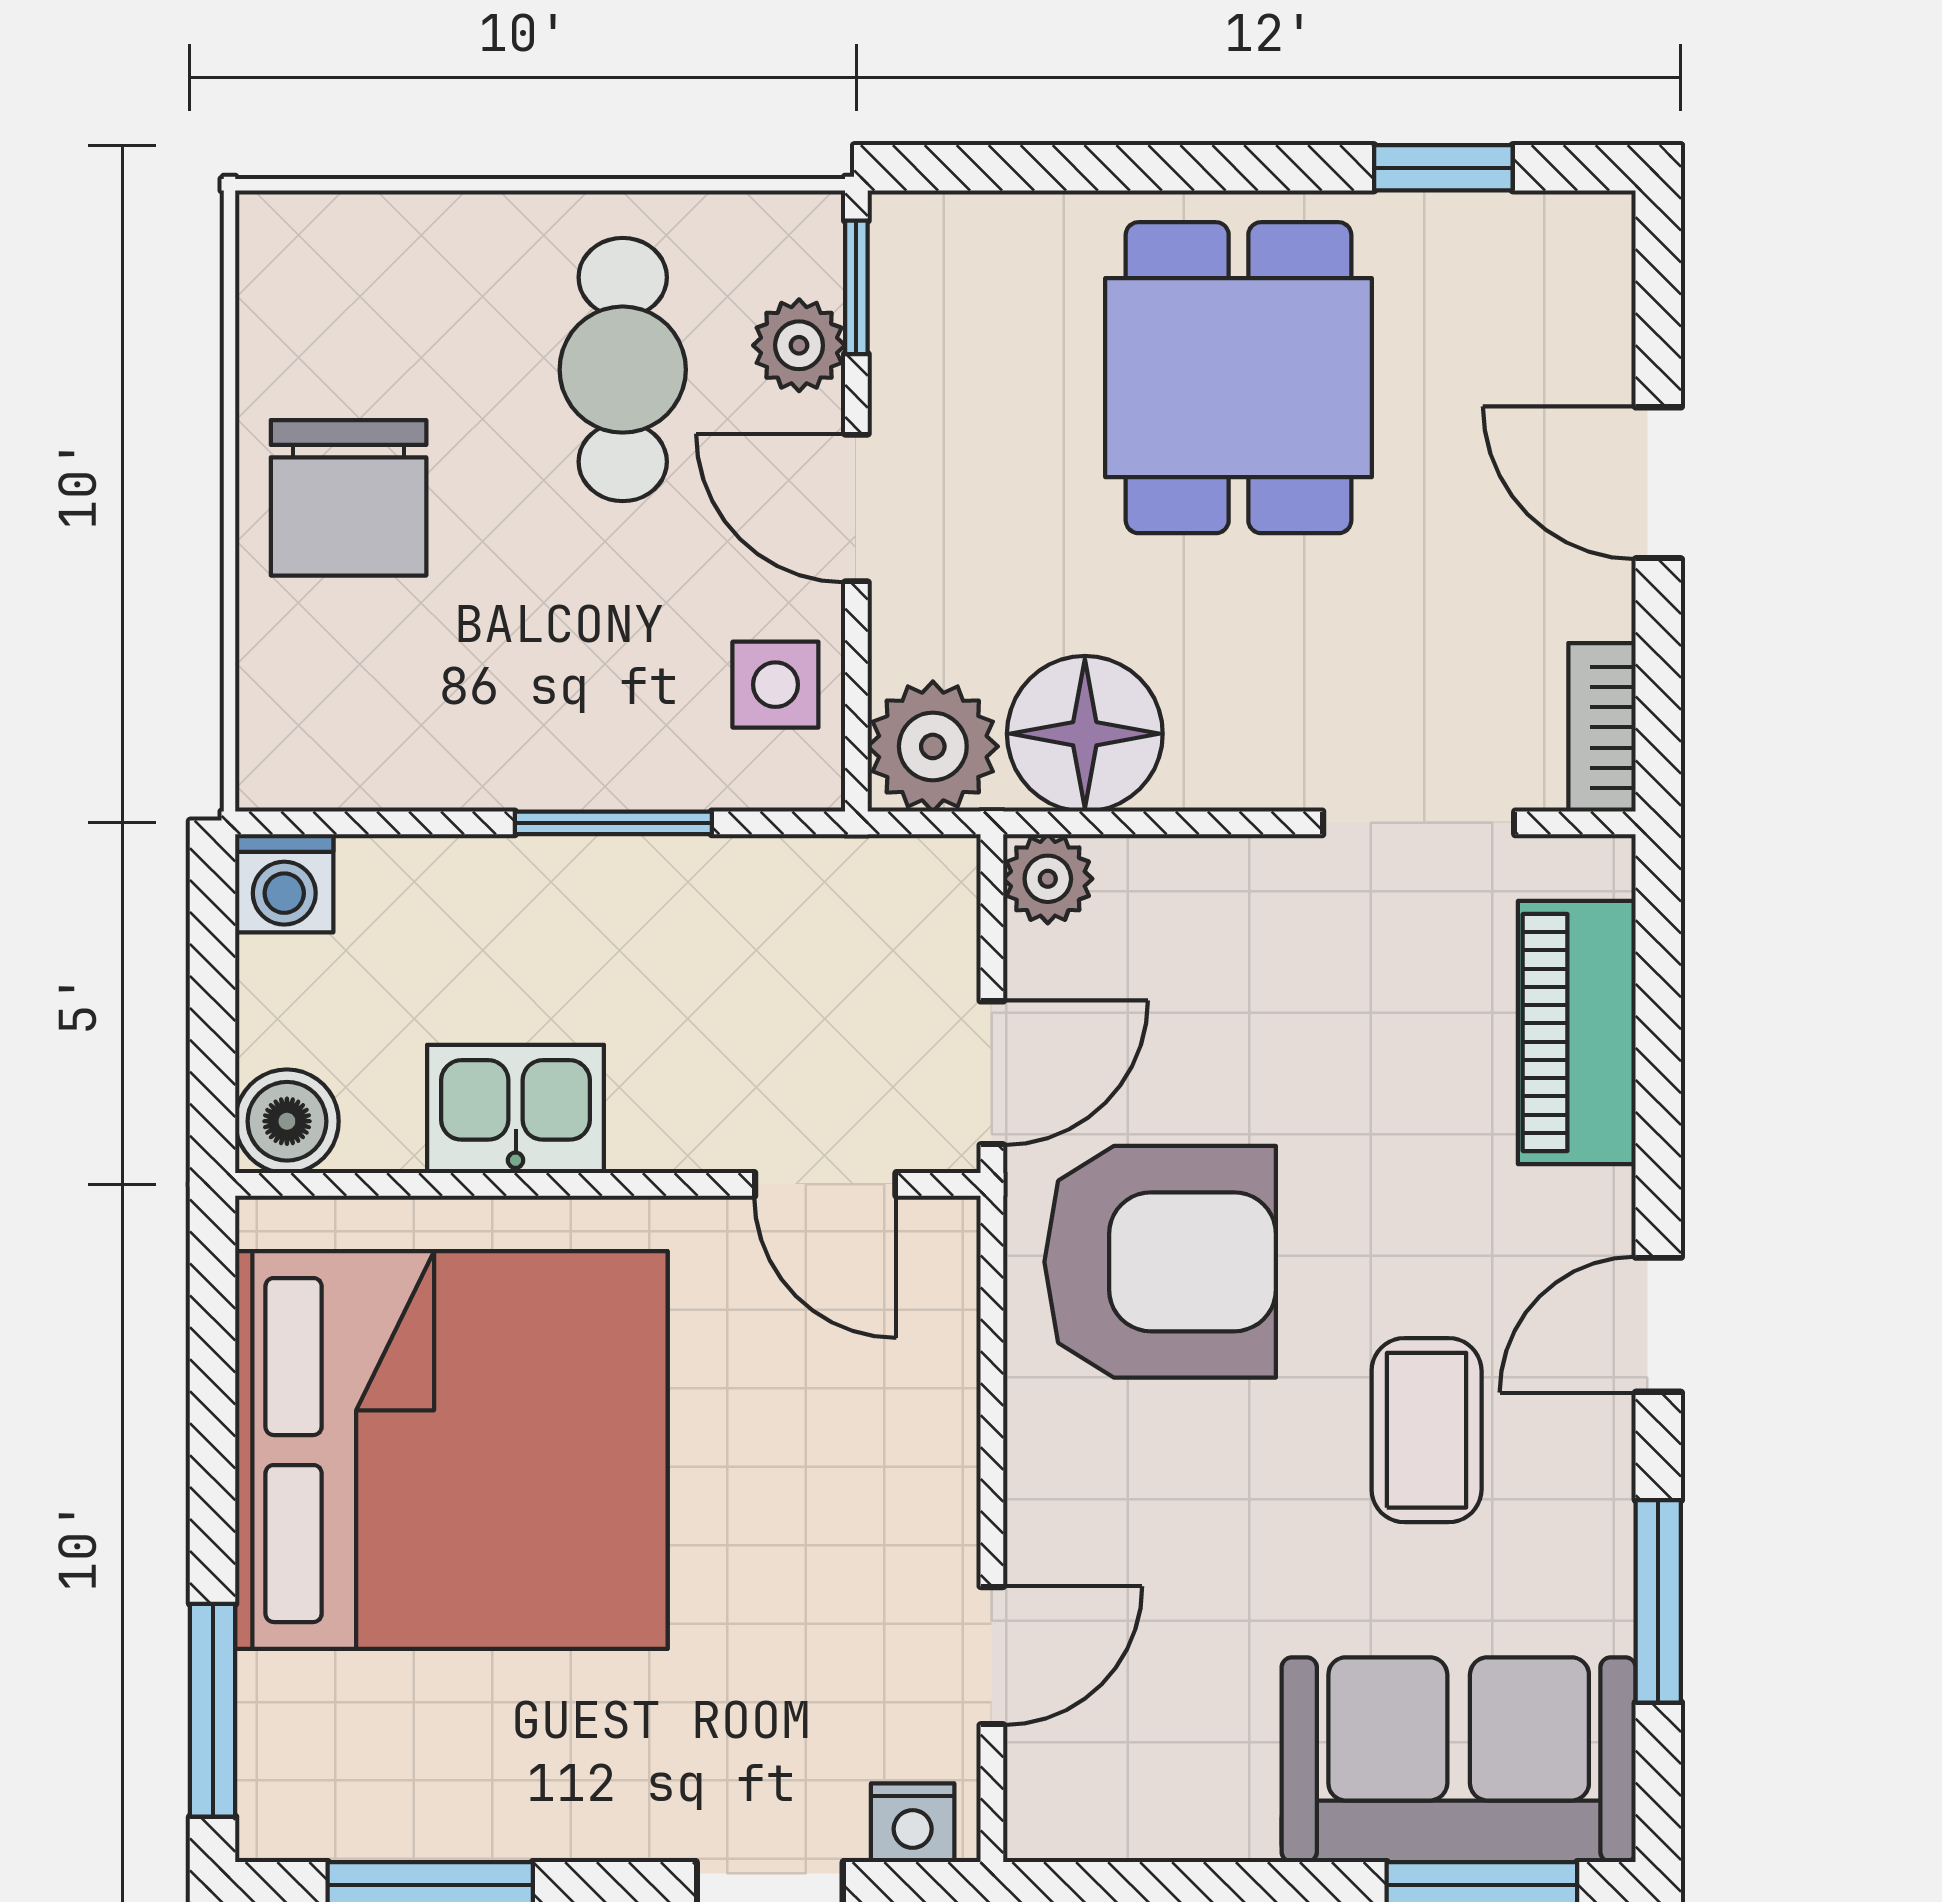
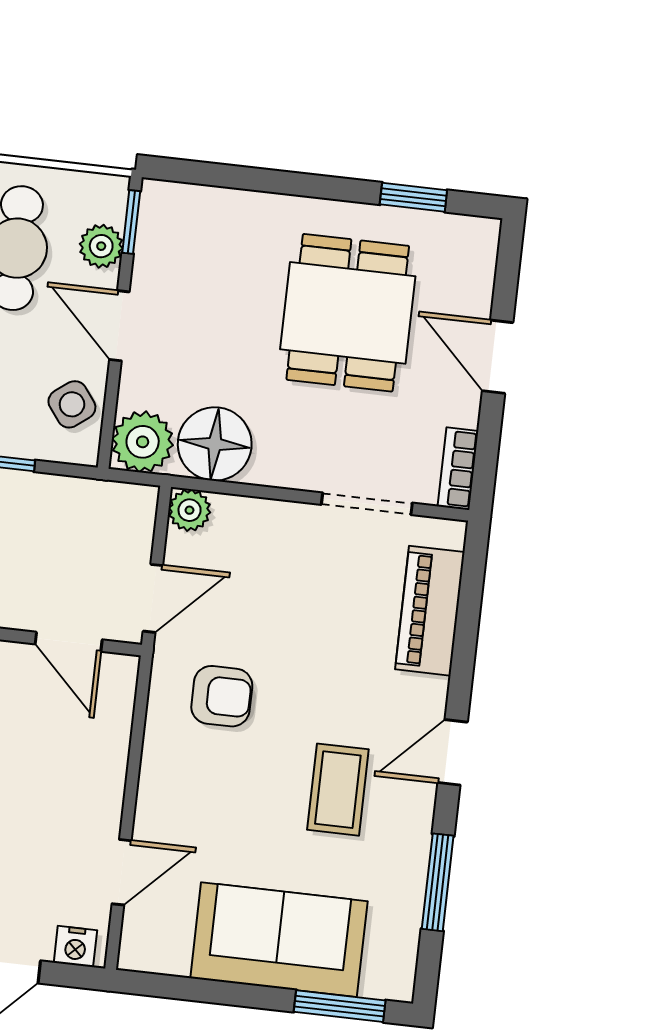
dining table: (1238, 378) -> (348, 313), moved
side table: (775, 685) -> (72, 404), turned -37
armchair: (1160, 1262) -> (222, 696), width x0.53, depth x0.53
sofa: (1459, 1760) -> (279, 940), moved

